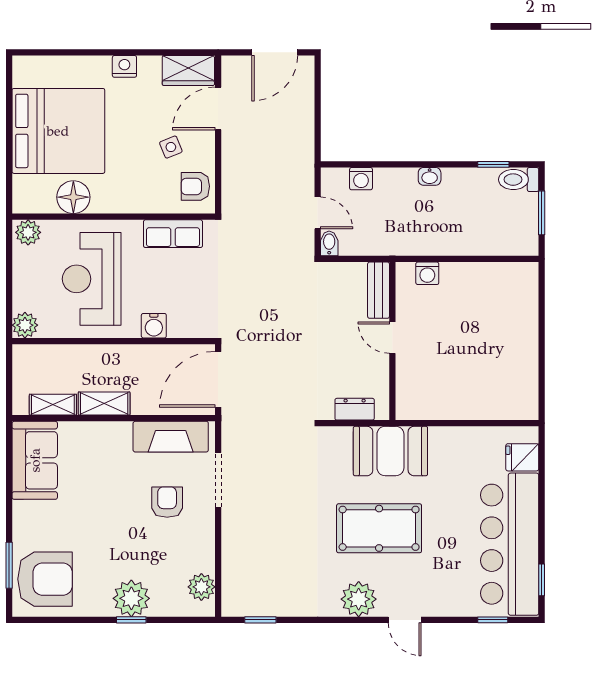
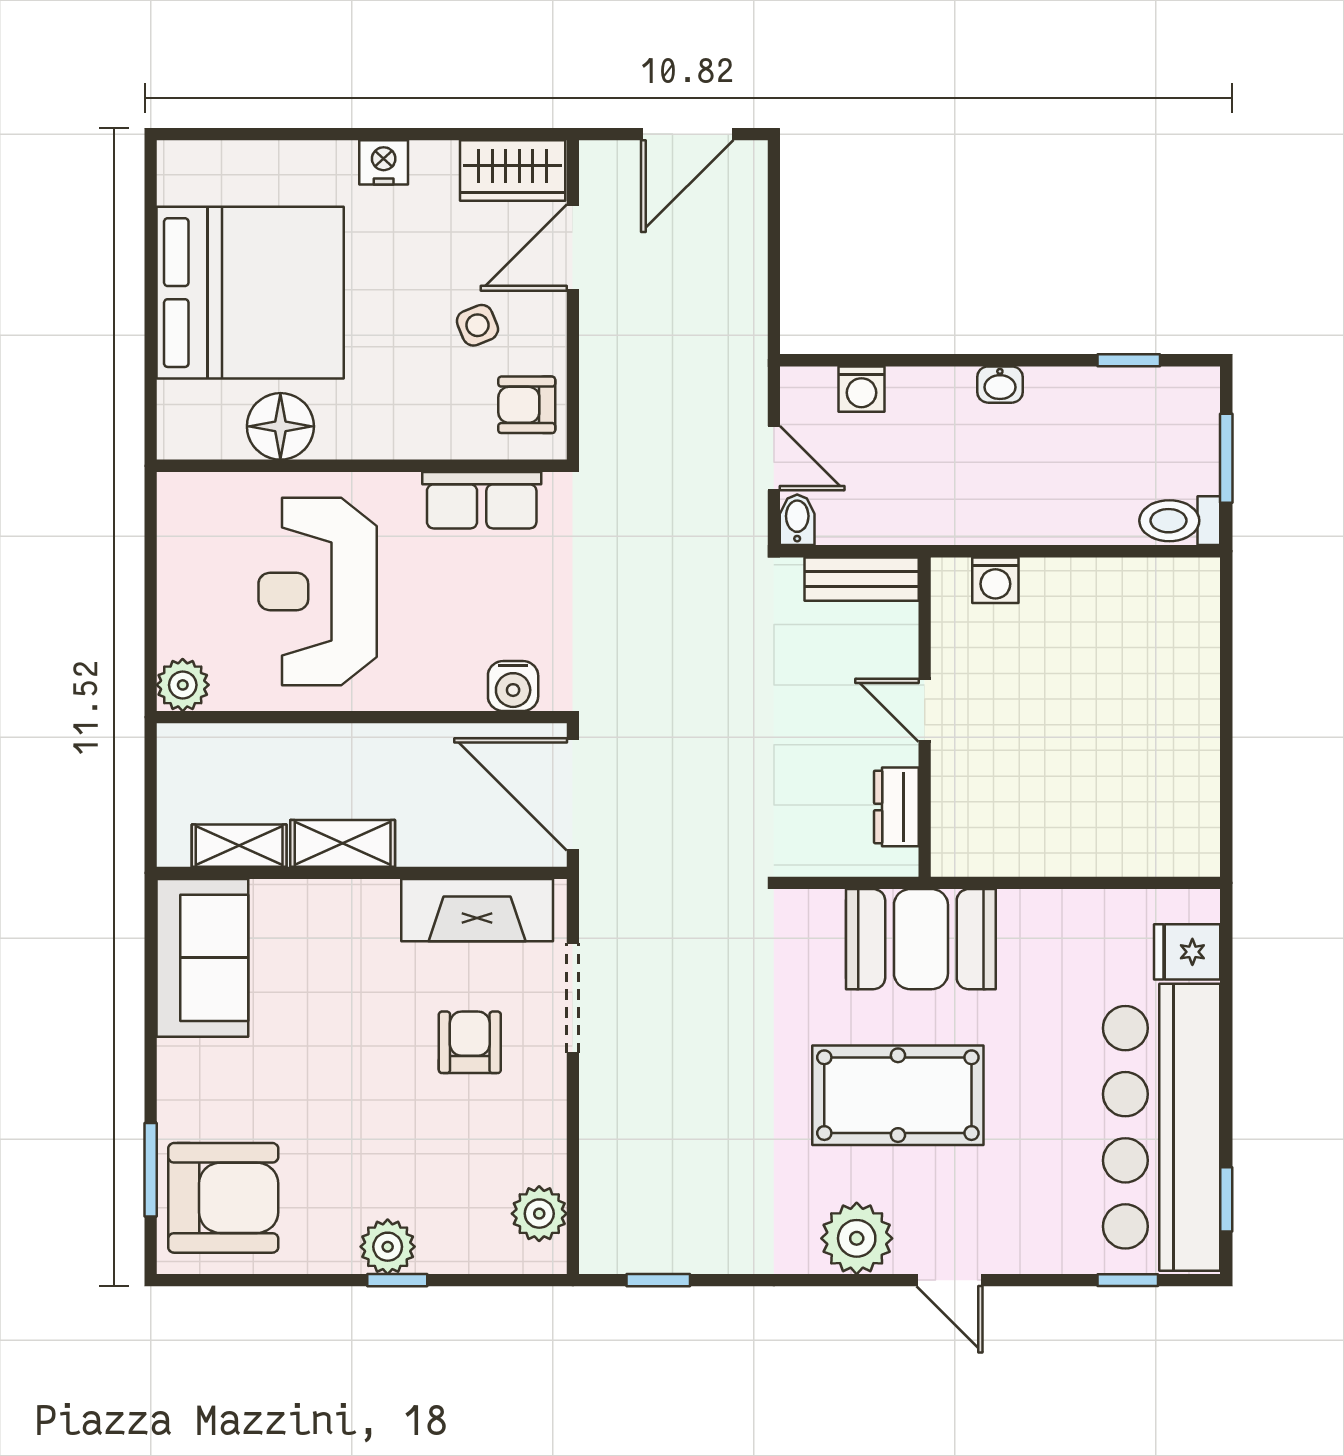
toilet: (519, 180) -> (1180, 521), moved
plant: (28, 232) -> (189, 498), removed
bench: (379, 290) -> (862, 579), moved, turned 90
water cooler: (154, 326) -> (513, 686), moved
door: (218, 379) -> (573, 794), hinge flipped
dresser: (355, 409) -> (896, 807), moved, turned -90
plant: (131, 598) -> (388, 1247), width x0.73, depth x0.73

